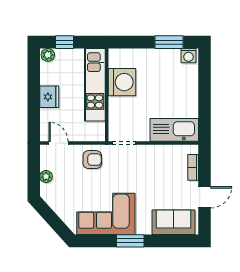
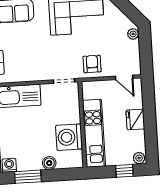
boiler: (145, 55) -> (49, 163), added
armchair: (92, 160) -> (92, 64), turned 90
plant: (46, 177) -> (133, 34), moved

